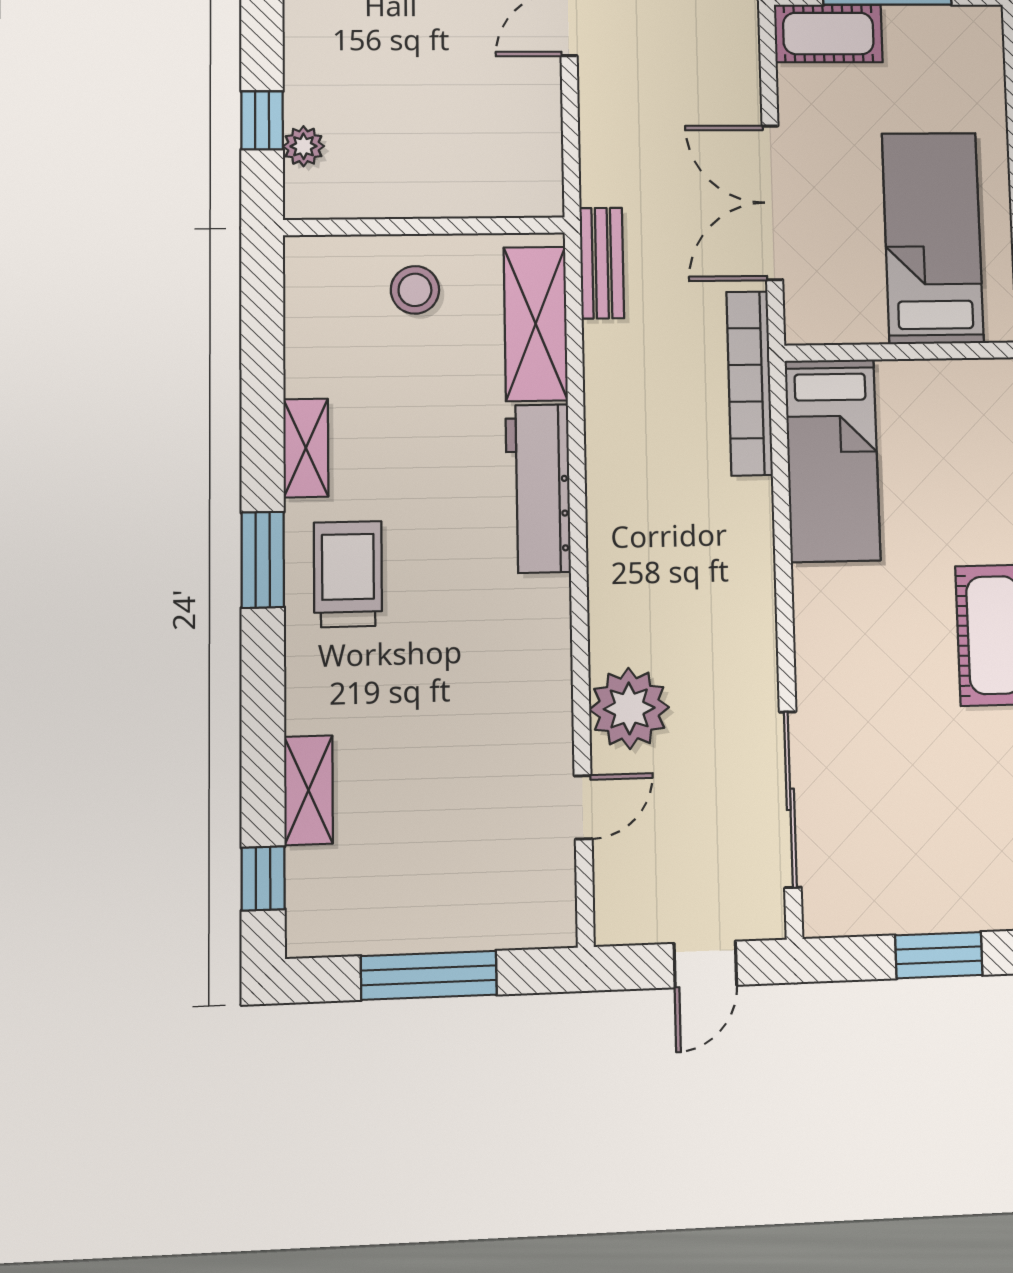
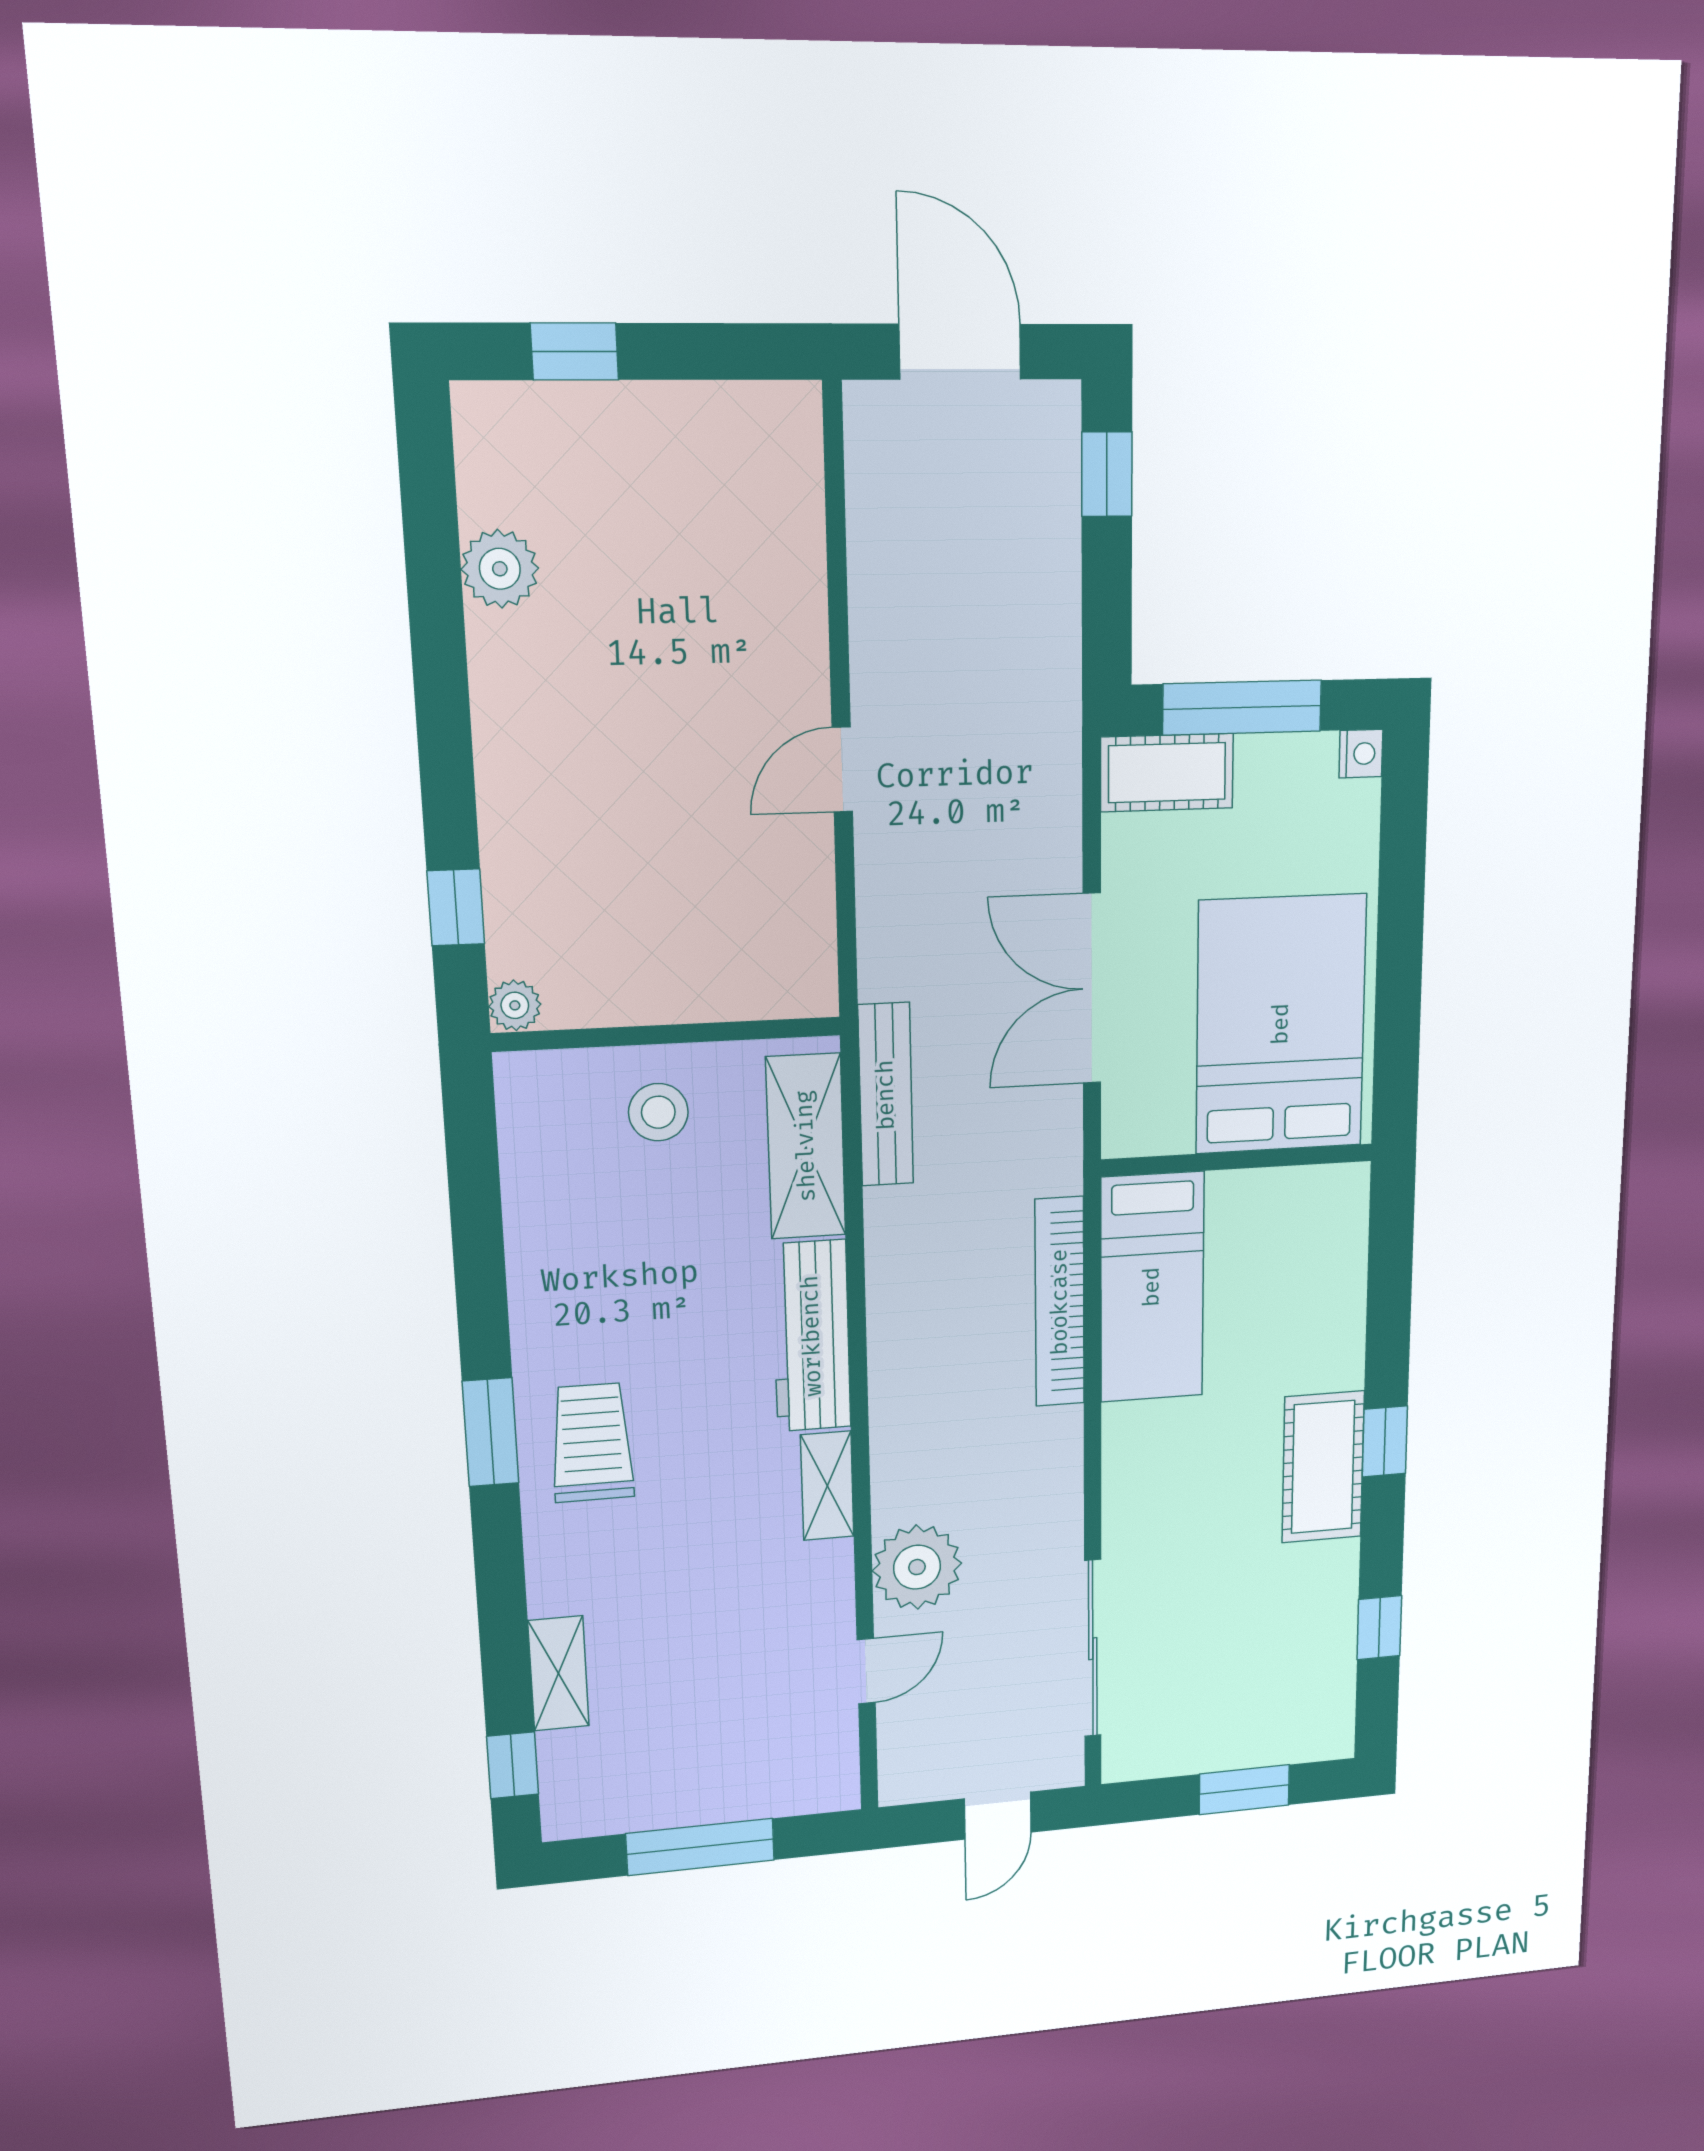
nightstand: (986, 23) -> (1361, 754), added
plant: (303, 146) -> (515, 1005), moved
bed: (933, 238) -> (1281, 1024), width x1.50
bench: (602, 263) -> (886, 1095), width x1.36
bookcase: (750, 383) -> (1060, 1302), moved
shelving: (306, 448) -> (827, 1486), moved

